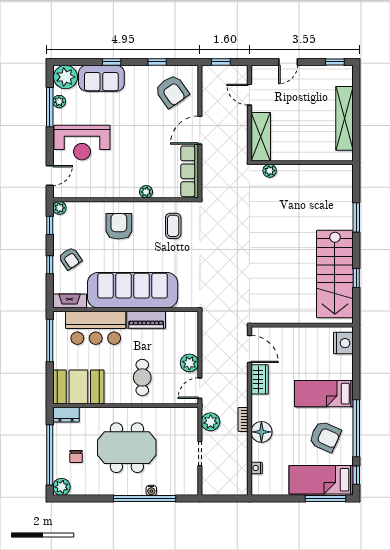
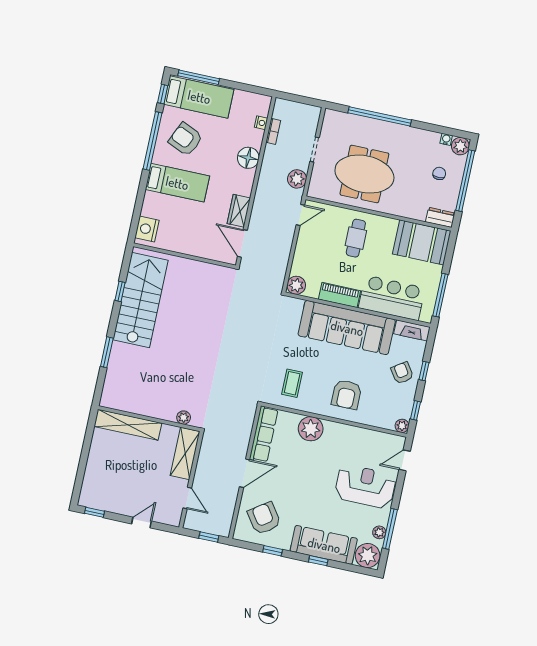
sofa: (101, 78) -> (324, 545), width x1.36
shelving: (344, 118) -> (128, 425), moved, turned 90
plant: (146, 192) -> (311, 429), width x1.87, depth x1.87
plant: (189, 363) -> (296, 285), moved
bookcase: (243, 419) -> (273, 131), moved
meeting table: (127, 448) -> (364, 174), moved
water cooler: (151, 490) -> (446, 139), moved

